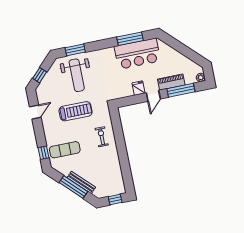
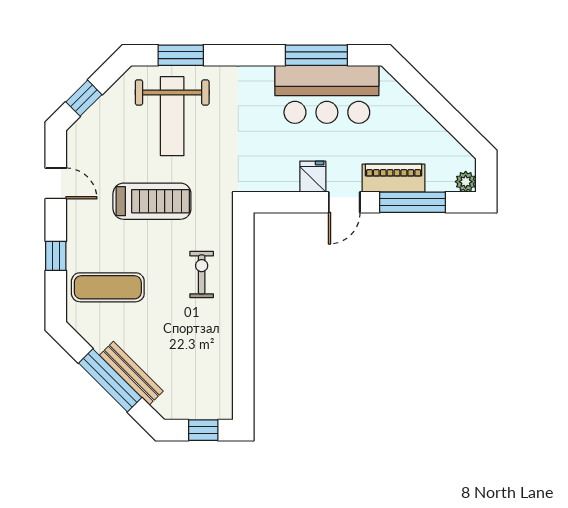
door: (35, 112) -> (56, 183), hinge flipped
window: (44, 153) -> (56, 256), moved

